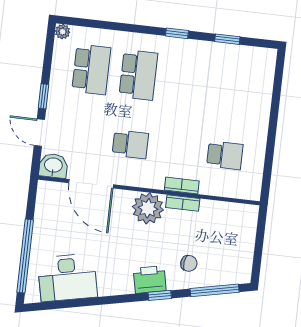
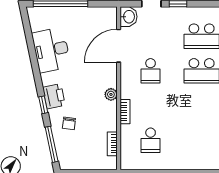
bookcase: (183, 203) -> (112, 144), moved
plant: (148, 208) -> (111, 94), width x0.53, depth x0.53
desk: (67, 278) -> (51, 50), moved

